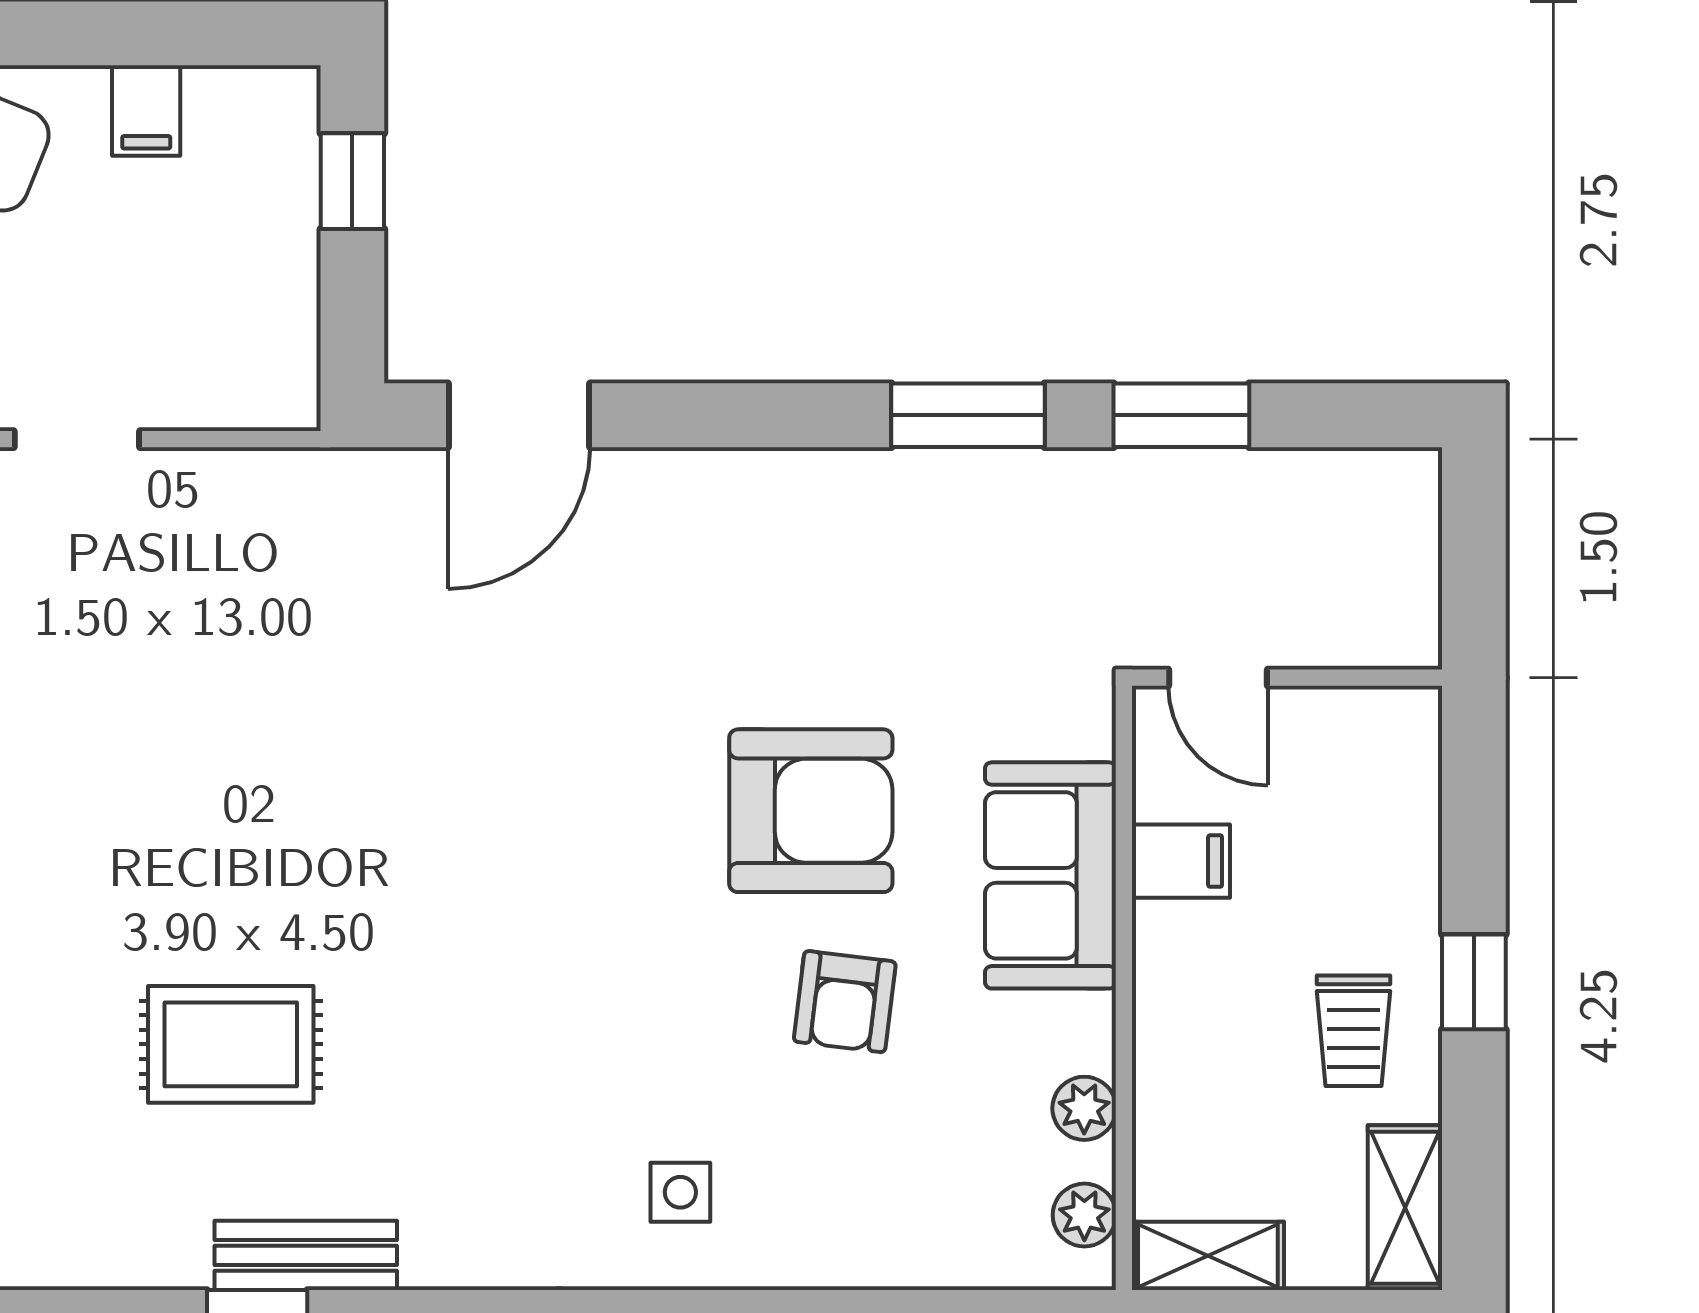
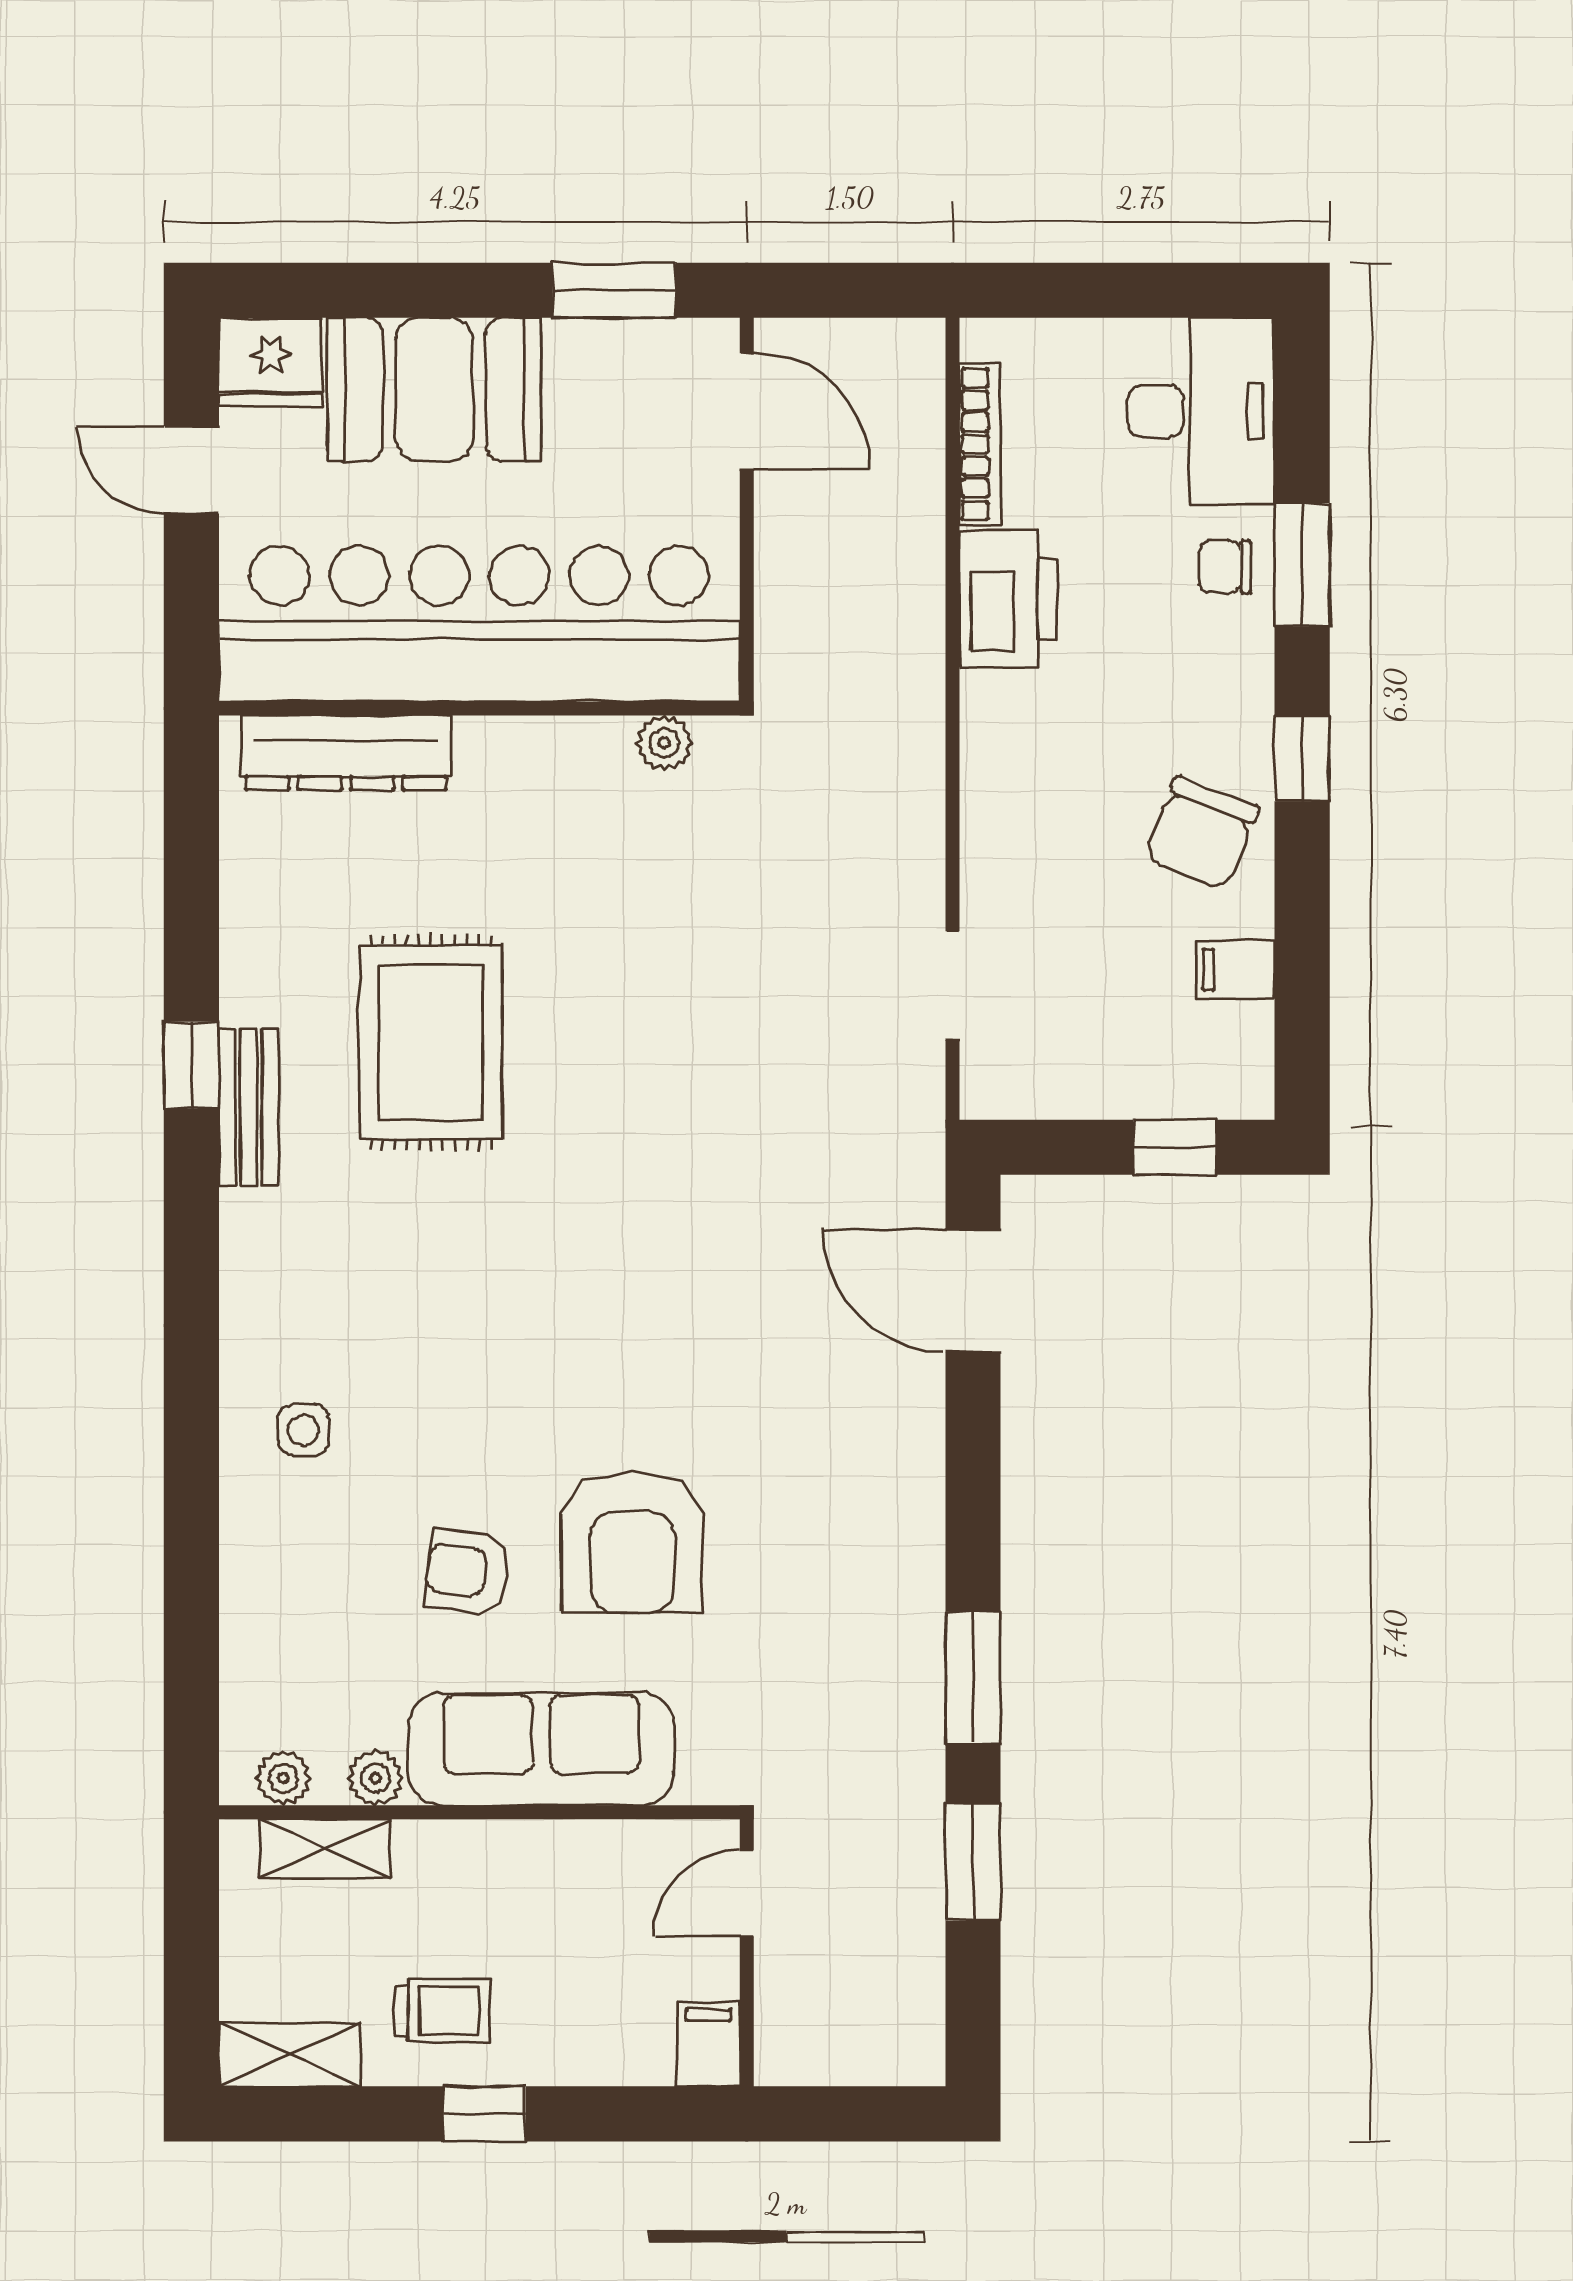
doorway: (77, 439) -> (952, 986), moved
filing cabinet: (1181, 861) -> (708, 2044), moved, turned 180
sofa: (1050, 875) -> (541, 1749), width x1.36
trolley: (1354, 1031) -> (442, 2010), turned 180
rug: (231, 1044) -> (431, 1042), width x1.36, depth x1.43
shelving: (1208, 1256) -> (325, 1849), moved, turned 90

